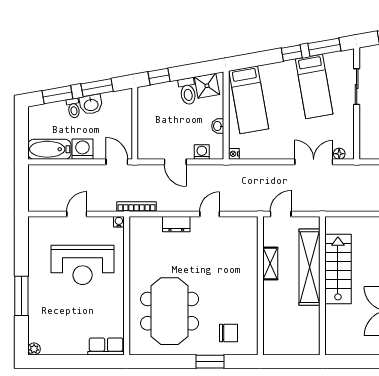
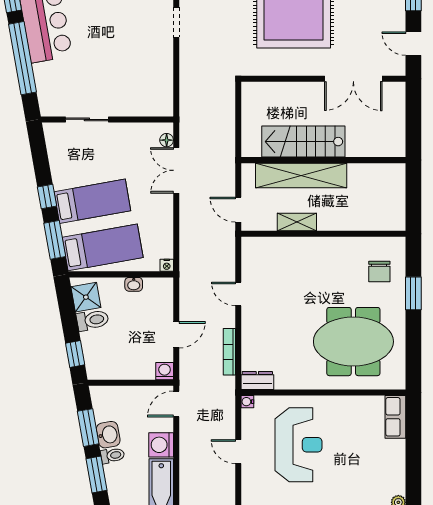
window: (324, 47) -> (55, 240), moved
bed: (314, 86) -> (92, 201), moved
washing machine: (202, 152) -> (165, 371), moved, turned 90
bookcase: (137, 207) -> (229, 352), moved
dresser: (176, 224) -> (257, 380), moved, turned -90
chair: (228, 333) -> (379, 272), turned 180

